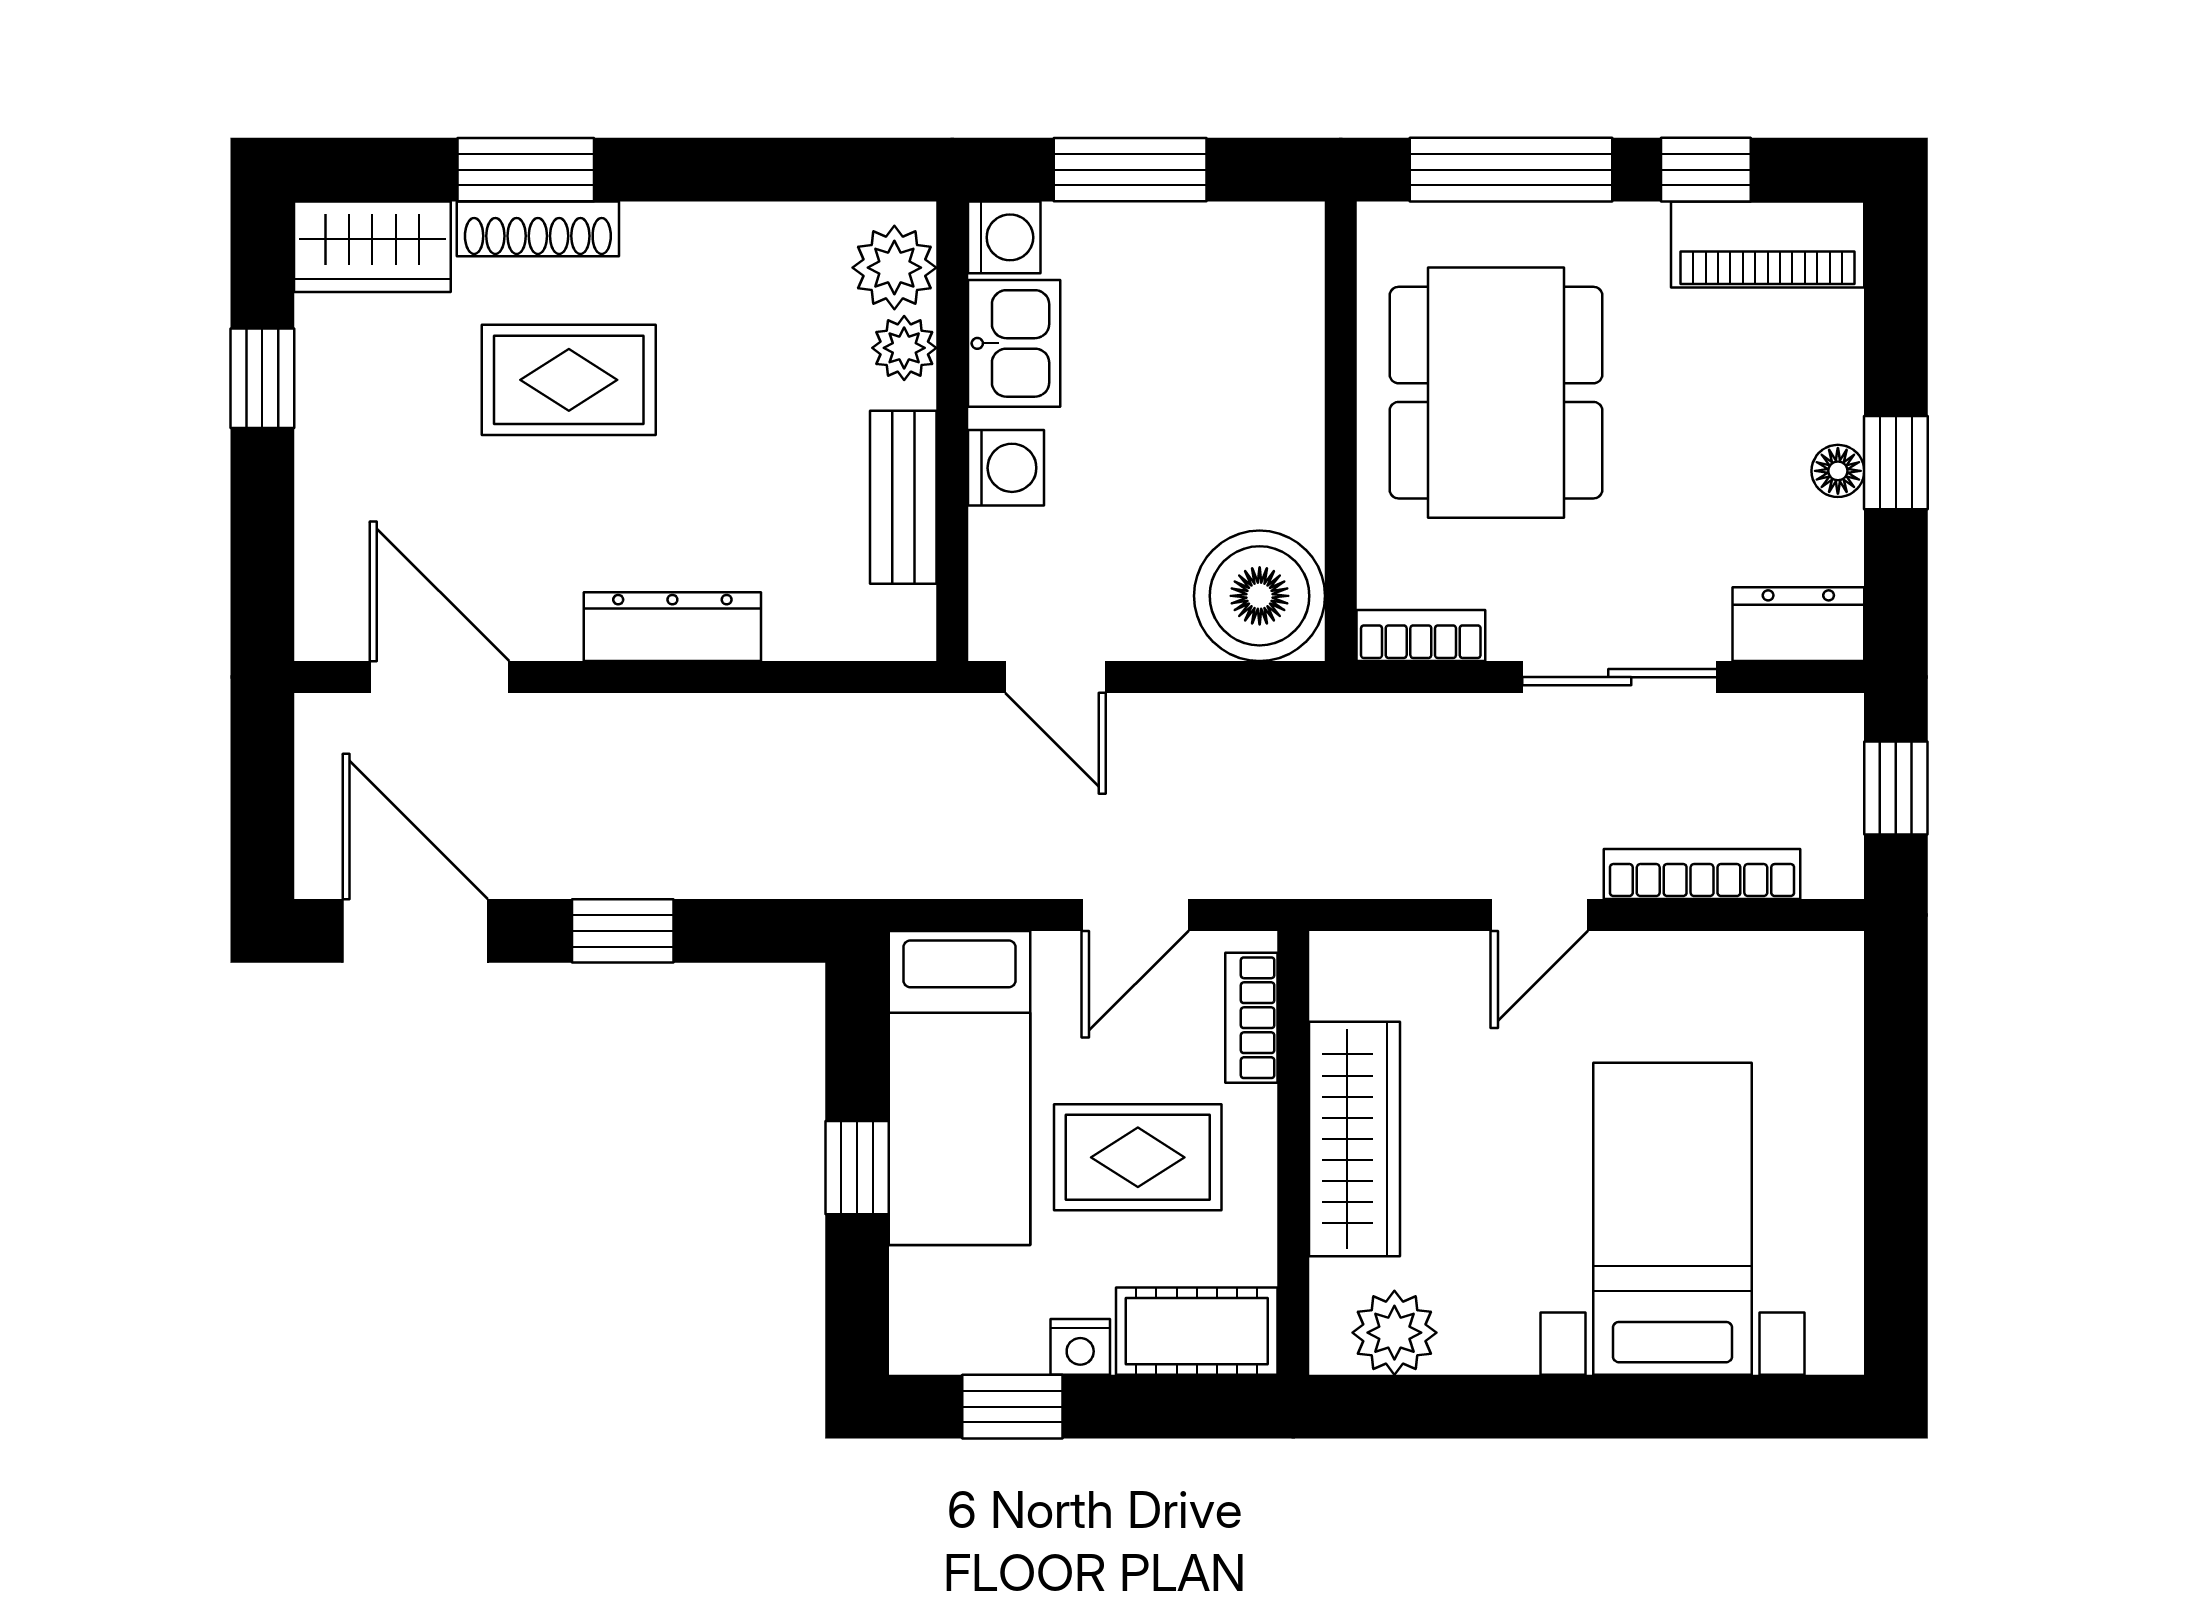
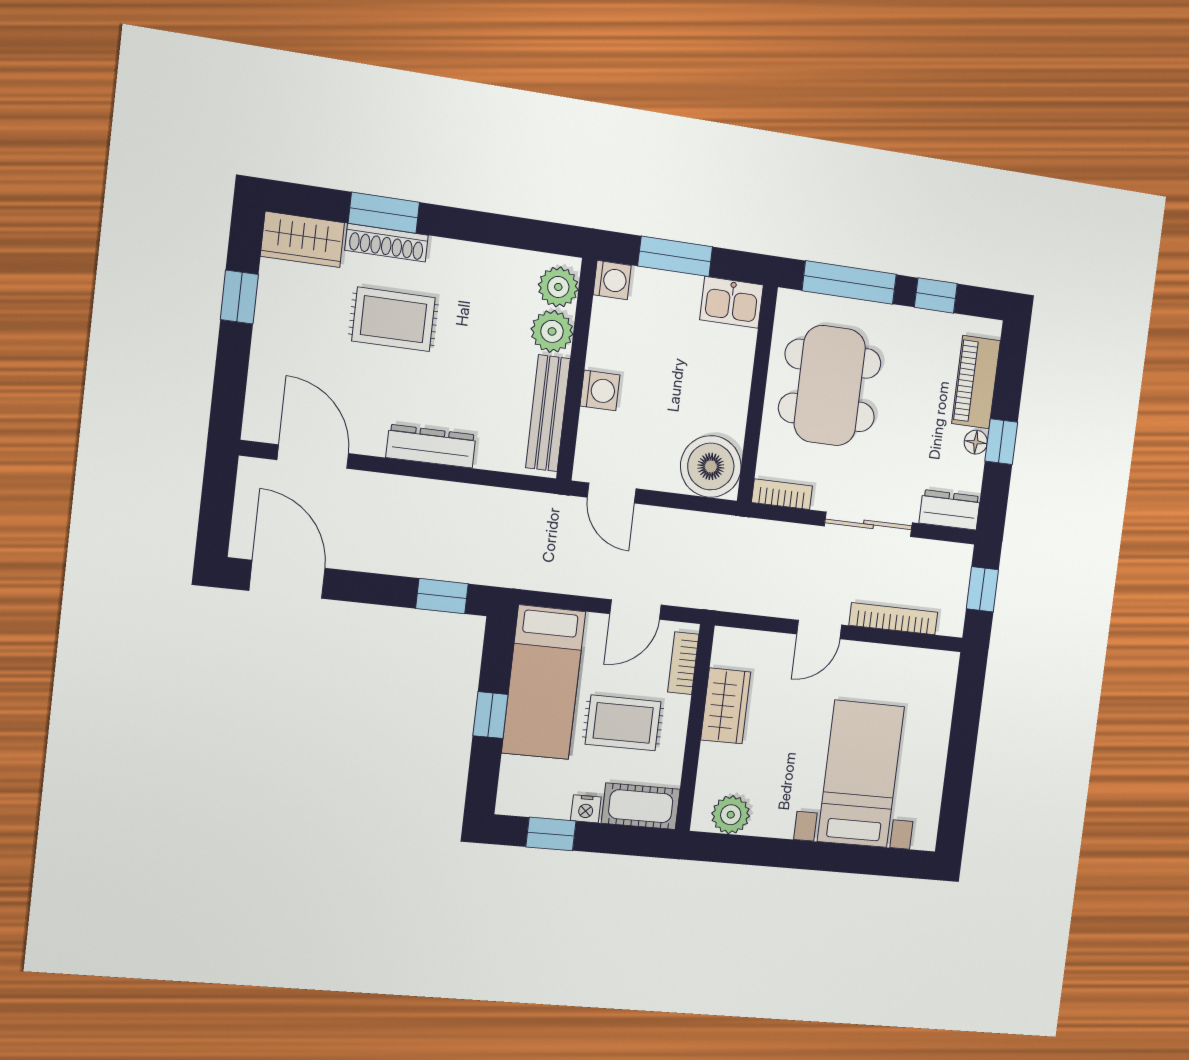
piano: (1768, 244) -> (976, 382), moved, turned 90
kitchen sink: (1014, 343) -> (732, 302), moved, turned 90
plant: (904, 348) -> (552, 331), width x1.38, depth x1.38
bench: (903, 497) -> (548, 413), width x1.36
window: (623, 931) -> (442, 596), moved
wardrobe: (1354, 1139) -> (726, 706), width x0.67

